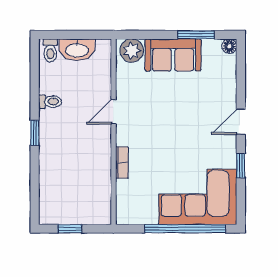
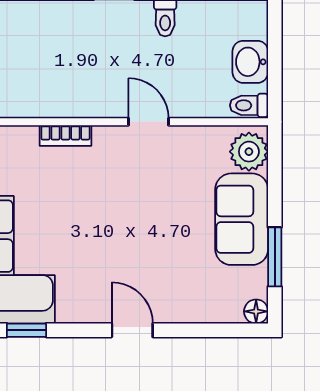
toilet: (50, 50) -> (249, 105), moved
washbasin: (77, 50) -> (250, 62), width x0.72
window: (241, 166) -> (26, 330), moved

